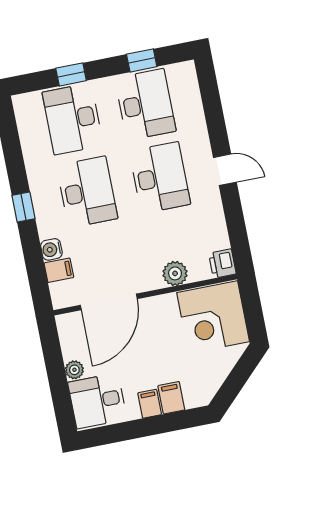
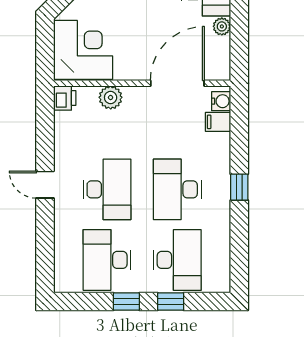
window: (142, 60) -> (126, 302), moved
desk: (160, 178) -> (107, 189), turned 180
water cooler: (51, 249) -> (221, 101), moved

